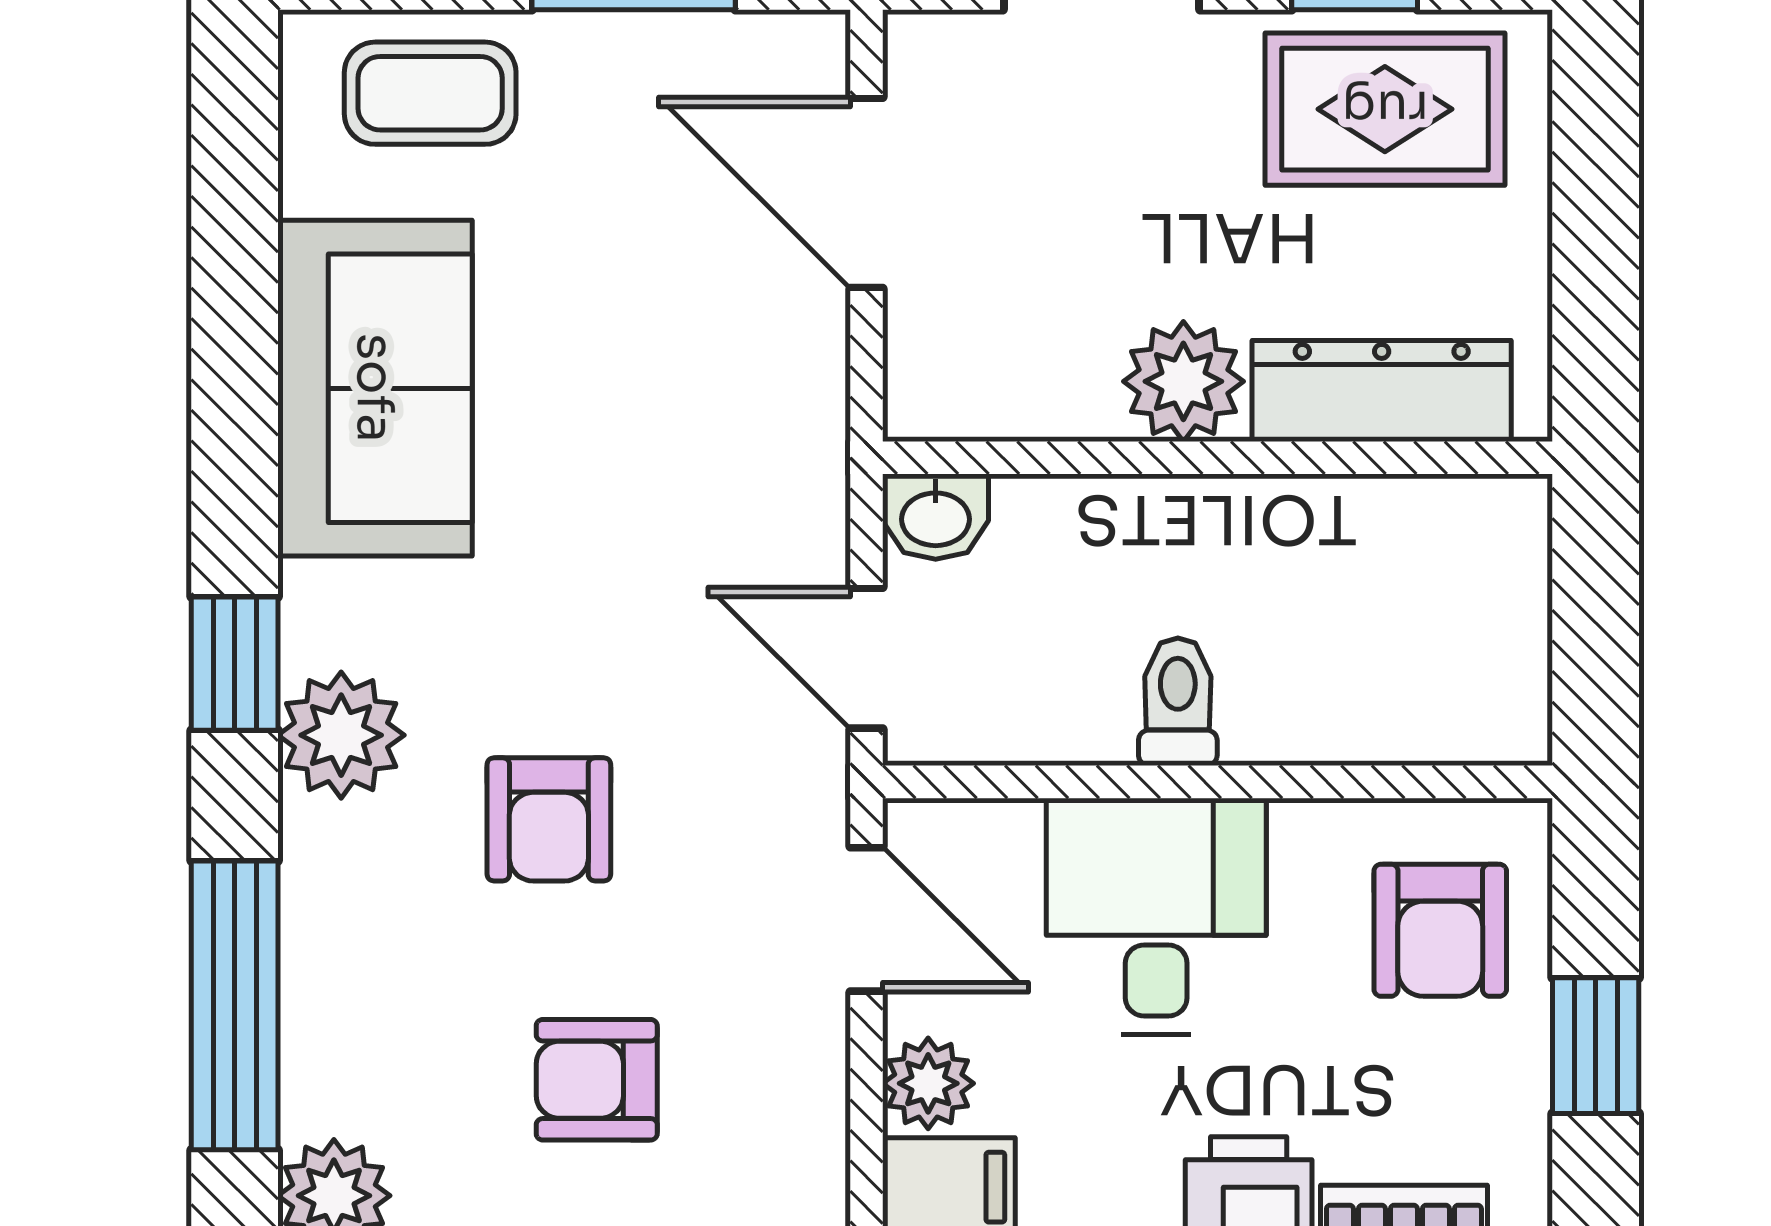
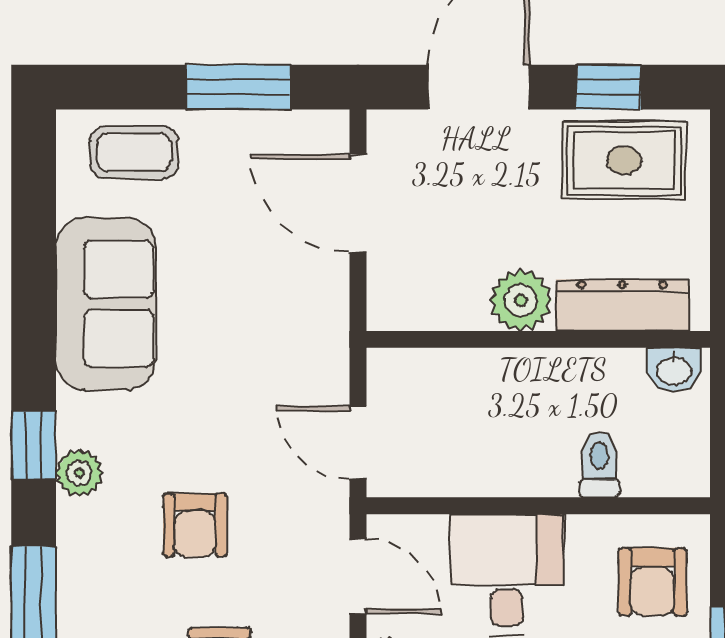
washbasin: (936, 517) -> (674, 370), moved
toilet: (1178, 702) -> (599, 465), moved
plant: (341, 735) -> (79, 473), width x0.73, depth x0.73

